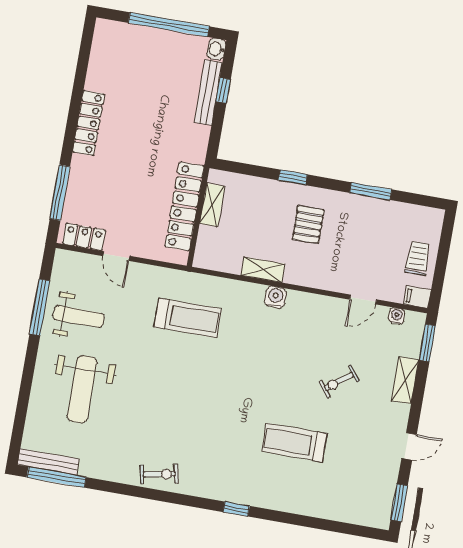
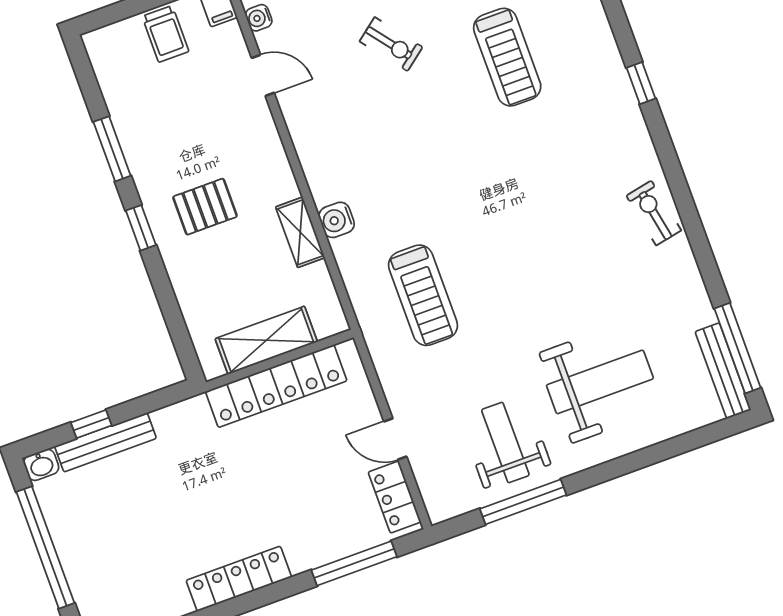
window: (293, 177) -> (141, 228), moved
shelving: (212, 205) -> (266, 340), width x1.50, depth x1.33
door: (116, 256) -> (395, 439), swing flipped
trolley: (418, 258) -> (165, 34), turned -90
water cooler: (275, 297) -> (337, 220), moved
treadmill: (188, 318) -> (423, 295), turned 180

